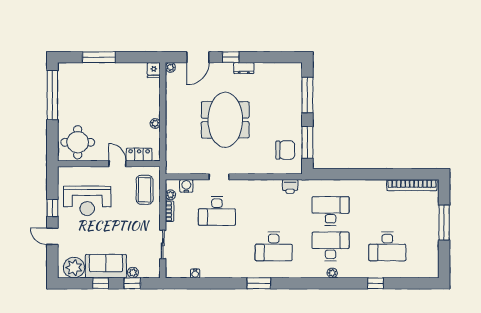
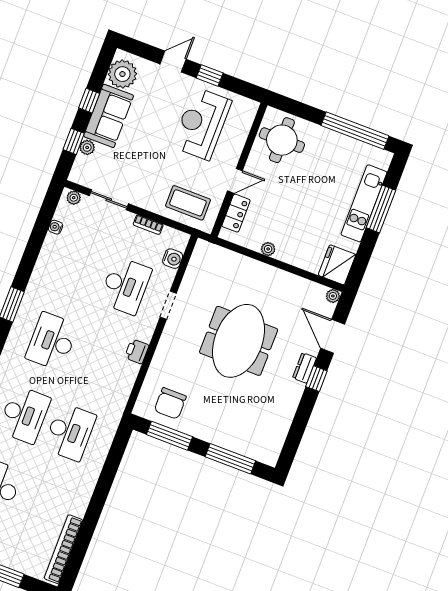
dresser: (244, 68) -> (304, 368), moved
kitchen unit: (99, 70) -> (364, 203), added
fridge: (154, 70) -> (337, 265), width x1.88, depth x1.34
meeting table: (225, 120) -> (239, 341), turned 90
printer: (290, 186) -> (137, 351), moved
plant: (170, 195) -> (74, 198), moved
desk: (217, 211) -> (125, 286), turned 180

